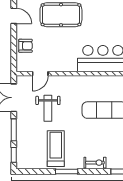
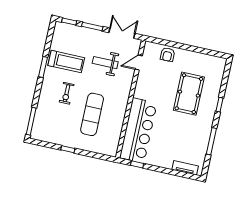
door: (14, 16) -> (197, 50), removed
door: (40, 74) -> (139, 63), hinge flipped
exercise bike: (95, 163) -> (67, 93), moved

